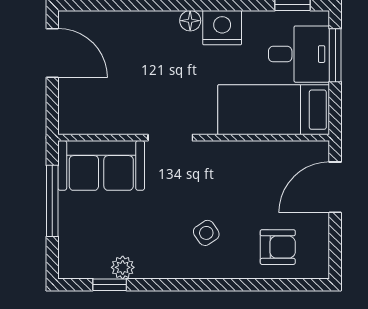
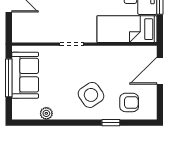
sofa: (101, 165) -> (25, 75), moved, turned -90
side table: (206, 233) -> (91, 95), width x1.87, depth x1.87
window: (110, 285) -> (111, 123), moved

